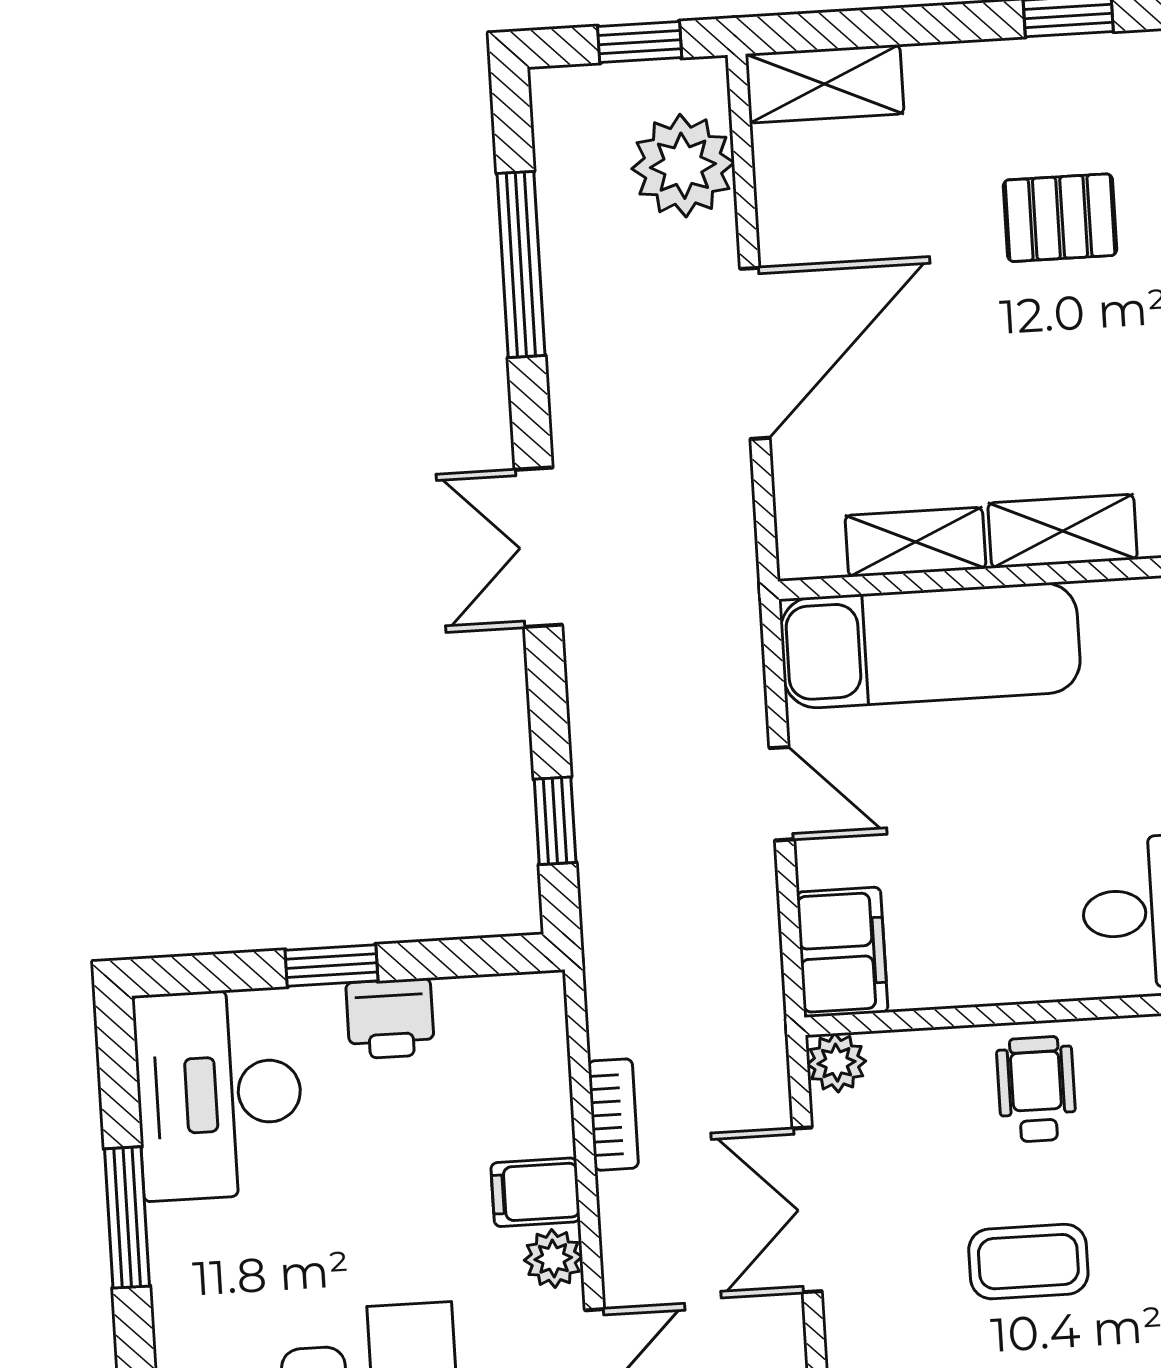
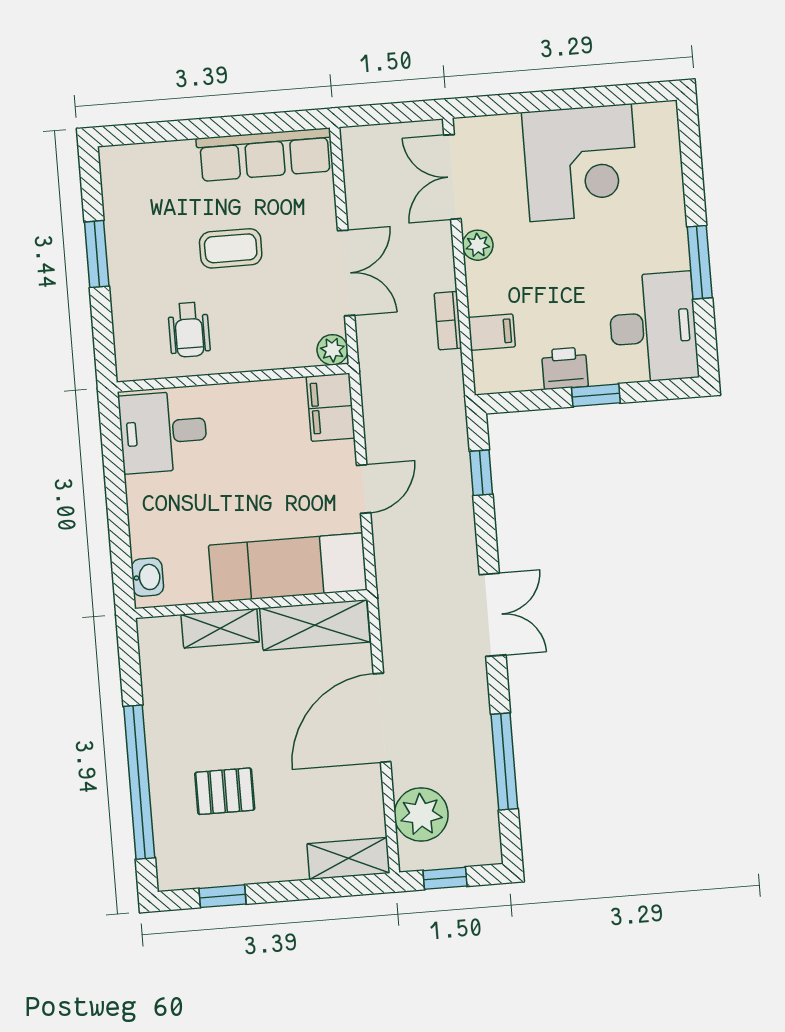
shelving: (915, 542) -> (315, 625), width x1.50, depth x1.33
door: (782, 794) -> (364, 489), swing flipped
wheelchair: (1036, 1089) -> (189, 330), moved
filing cabinet: (536, 1192) -> (492, 332), moved

